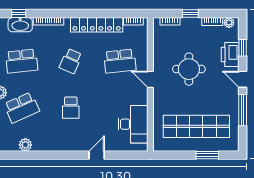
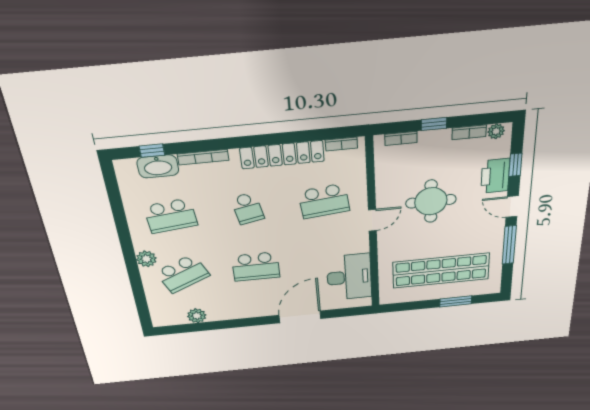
school desk: (71, 61) -> (247, 208), turned -36
door: (150, 79) -> (372, 220), swing flipped
school desk: (71, 108) -> (256, 267), width x1.85
door: (97, 155) -> (300, 317), width x1.88

